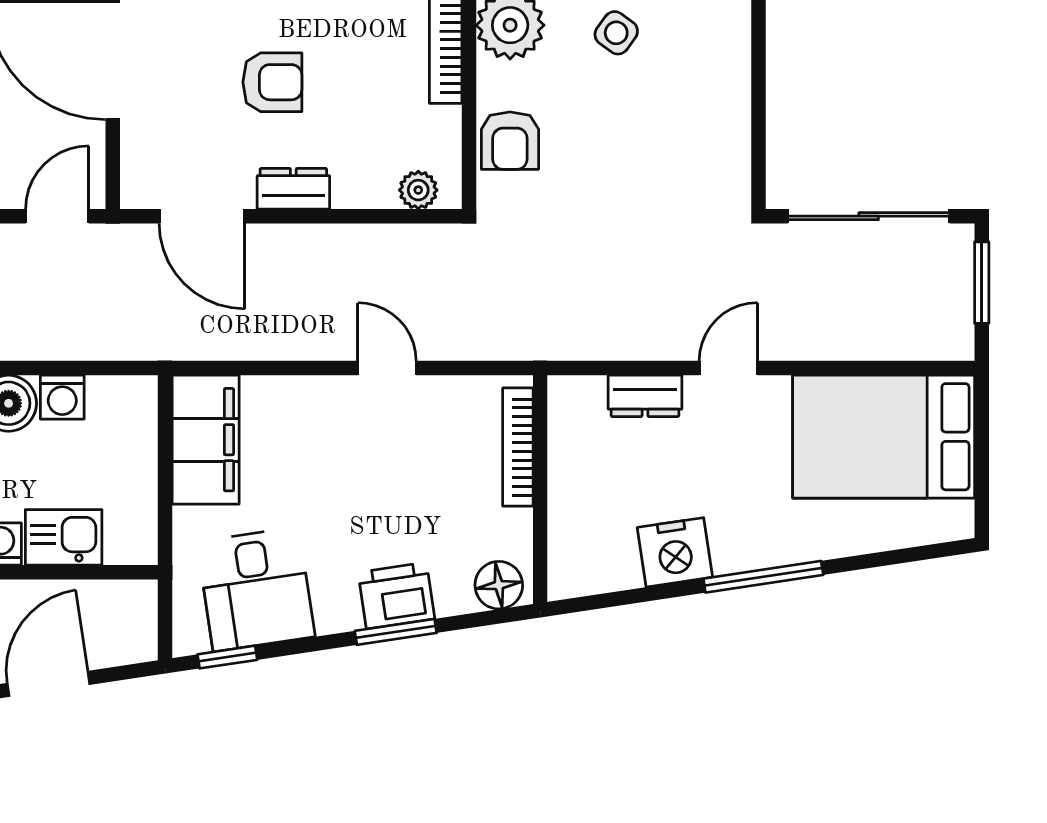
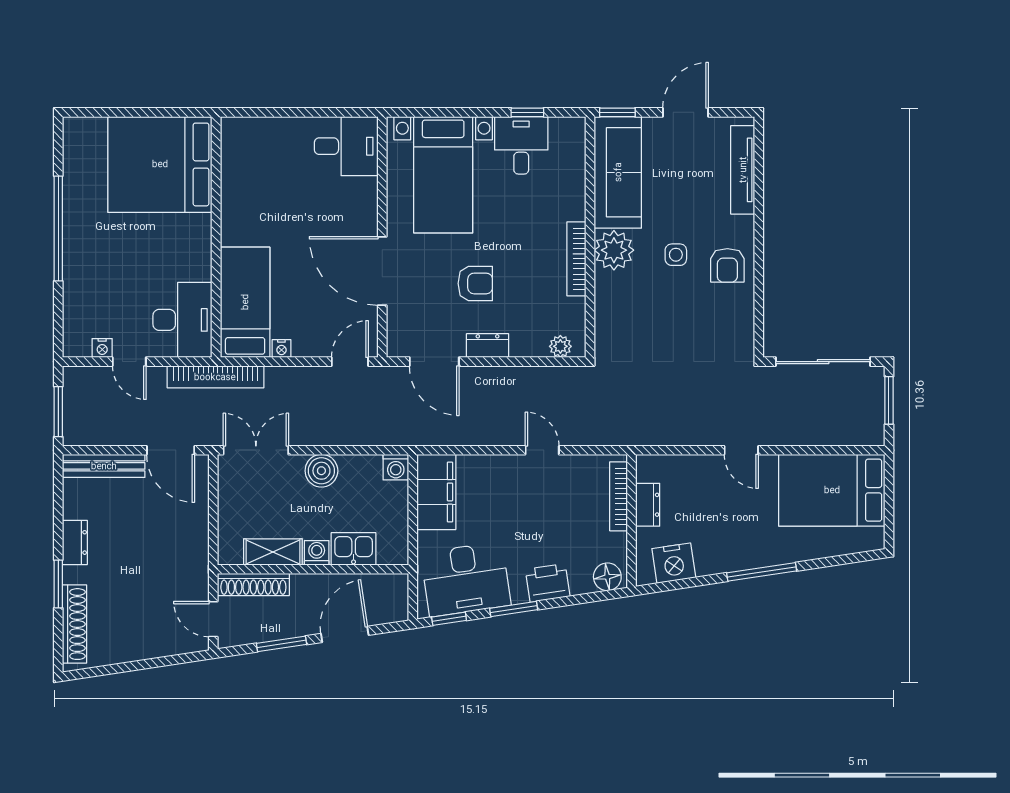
side table: (616, 33) -> (676, 255), turned -36
armchair: (510, 141) -> (727, 265), moved
door: (728, 368) -> (741, 450), swing flipped
dresser: (645, 396) -> (648, 505), moved, turned -90
washing machine: (62, 397) -> (396, 467), moved
nightstand: (675, 552) -> (674, 563), moved
desk: (256, 589) -> (466, 579), width x1.37
window: (396, 632) -> (514, 609), moved

